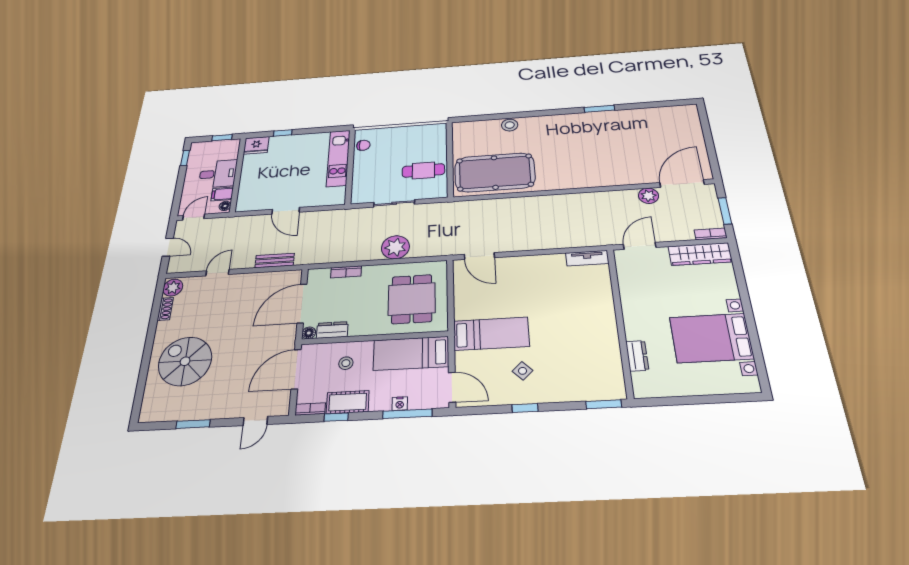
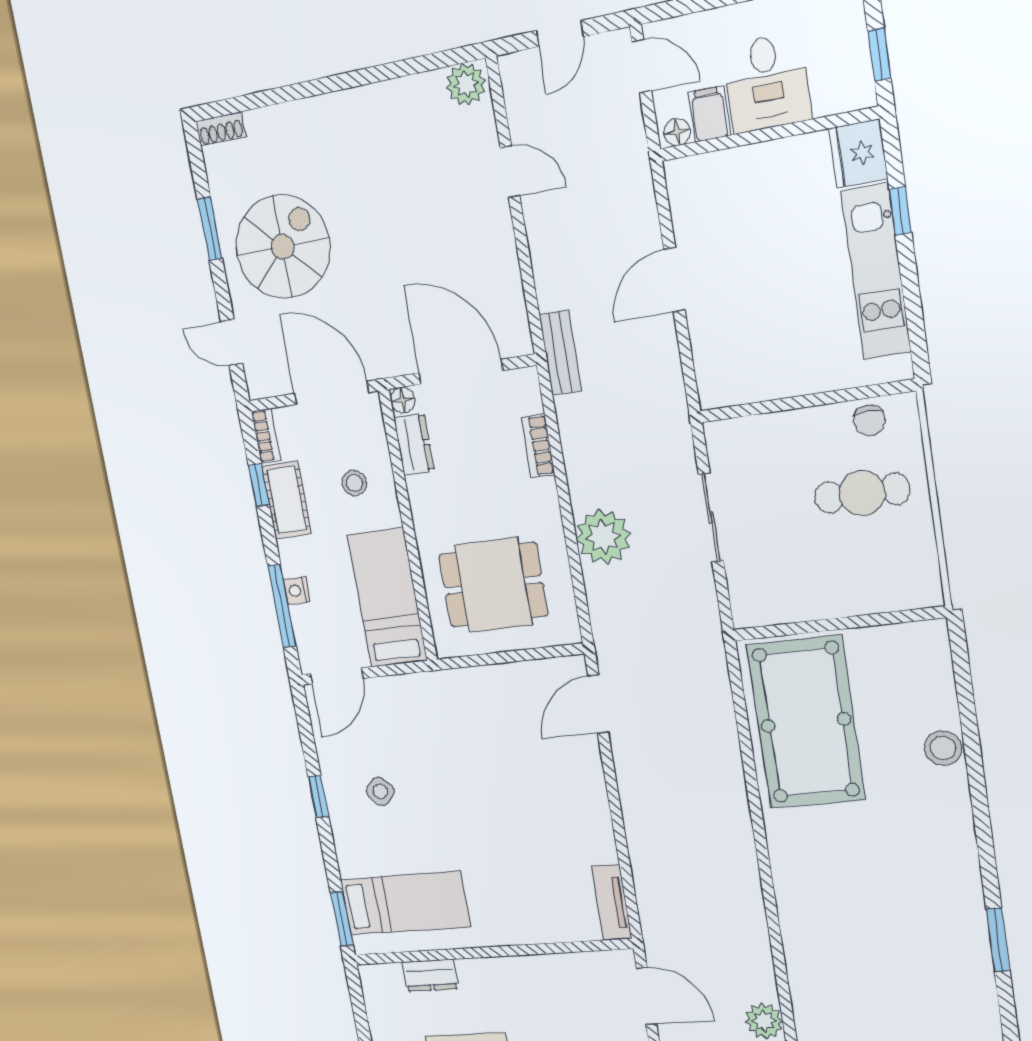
kitchen unit: (338, 158) -> (876, 272), moved, turned -90
cafe table: (423, 170) -> (862, 493), moved, turned 90
bench: (275, 260) -> (560, 353), moved
shoe rack: (165, 309) -> (221, 129), moved
bed: (491, 334) -> (405, 903), moved, turned -90
spiral stairs: (185, 361) -> (283, 247), moved

